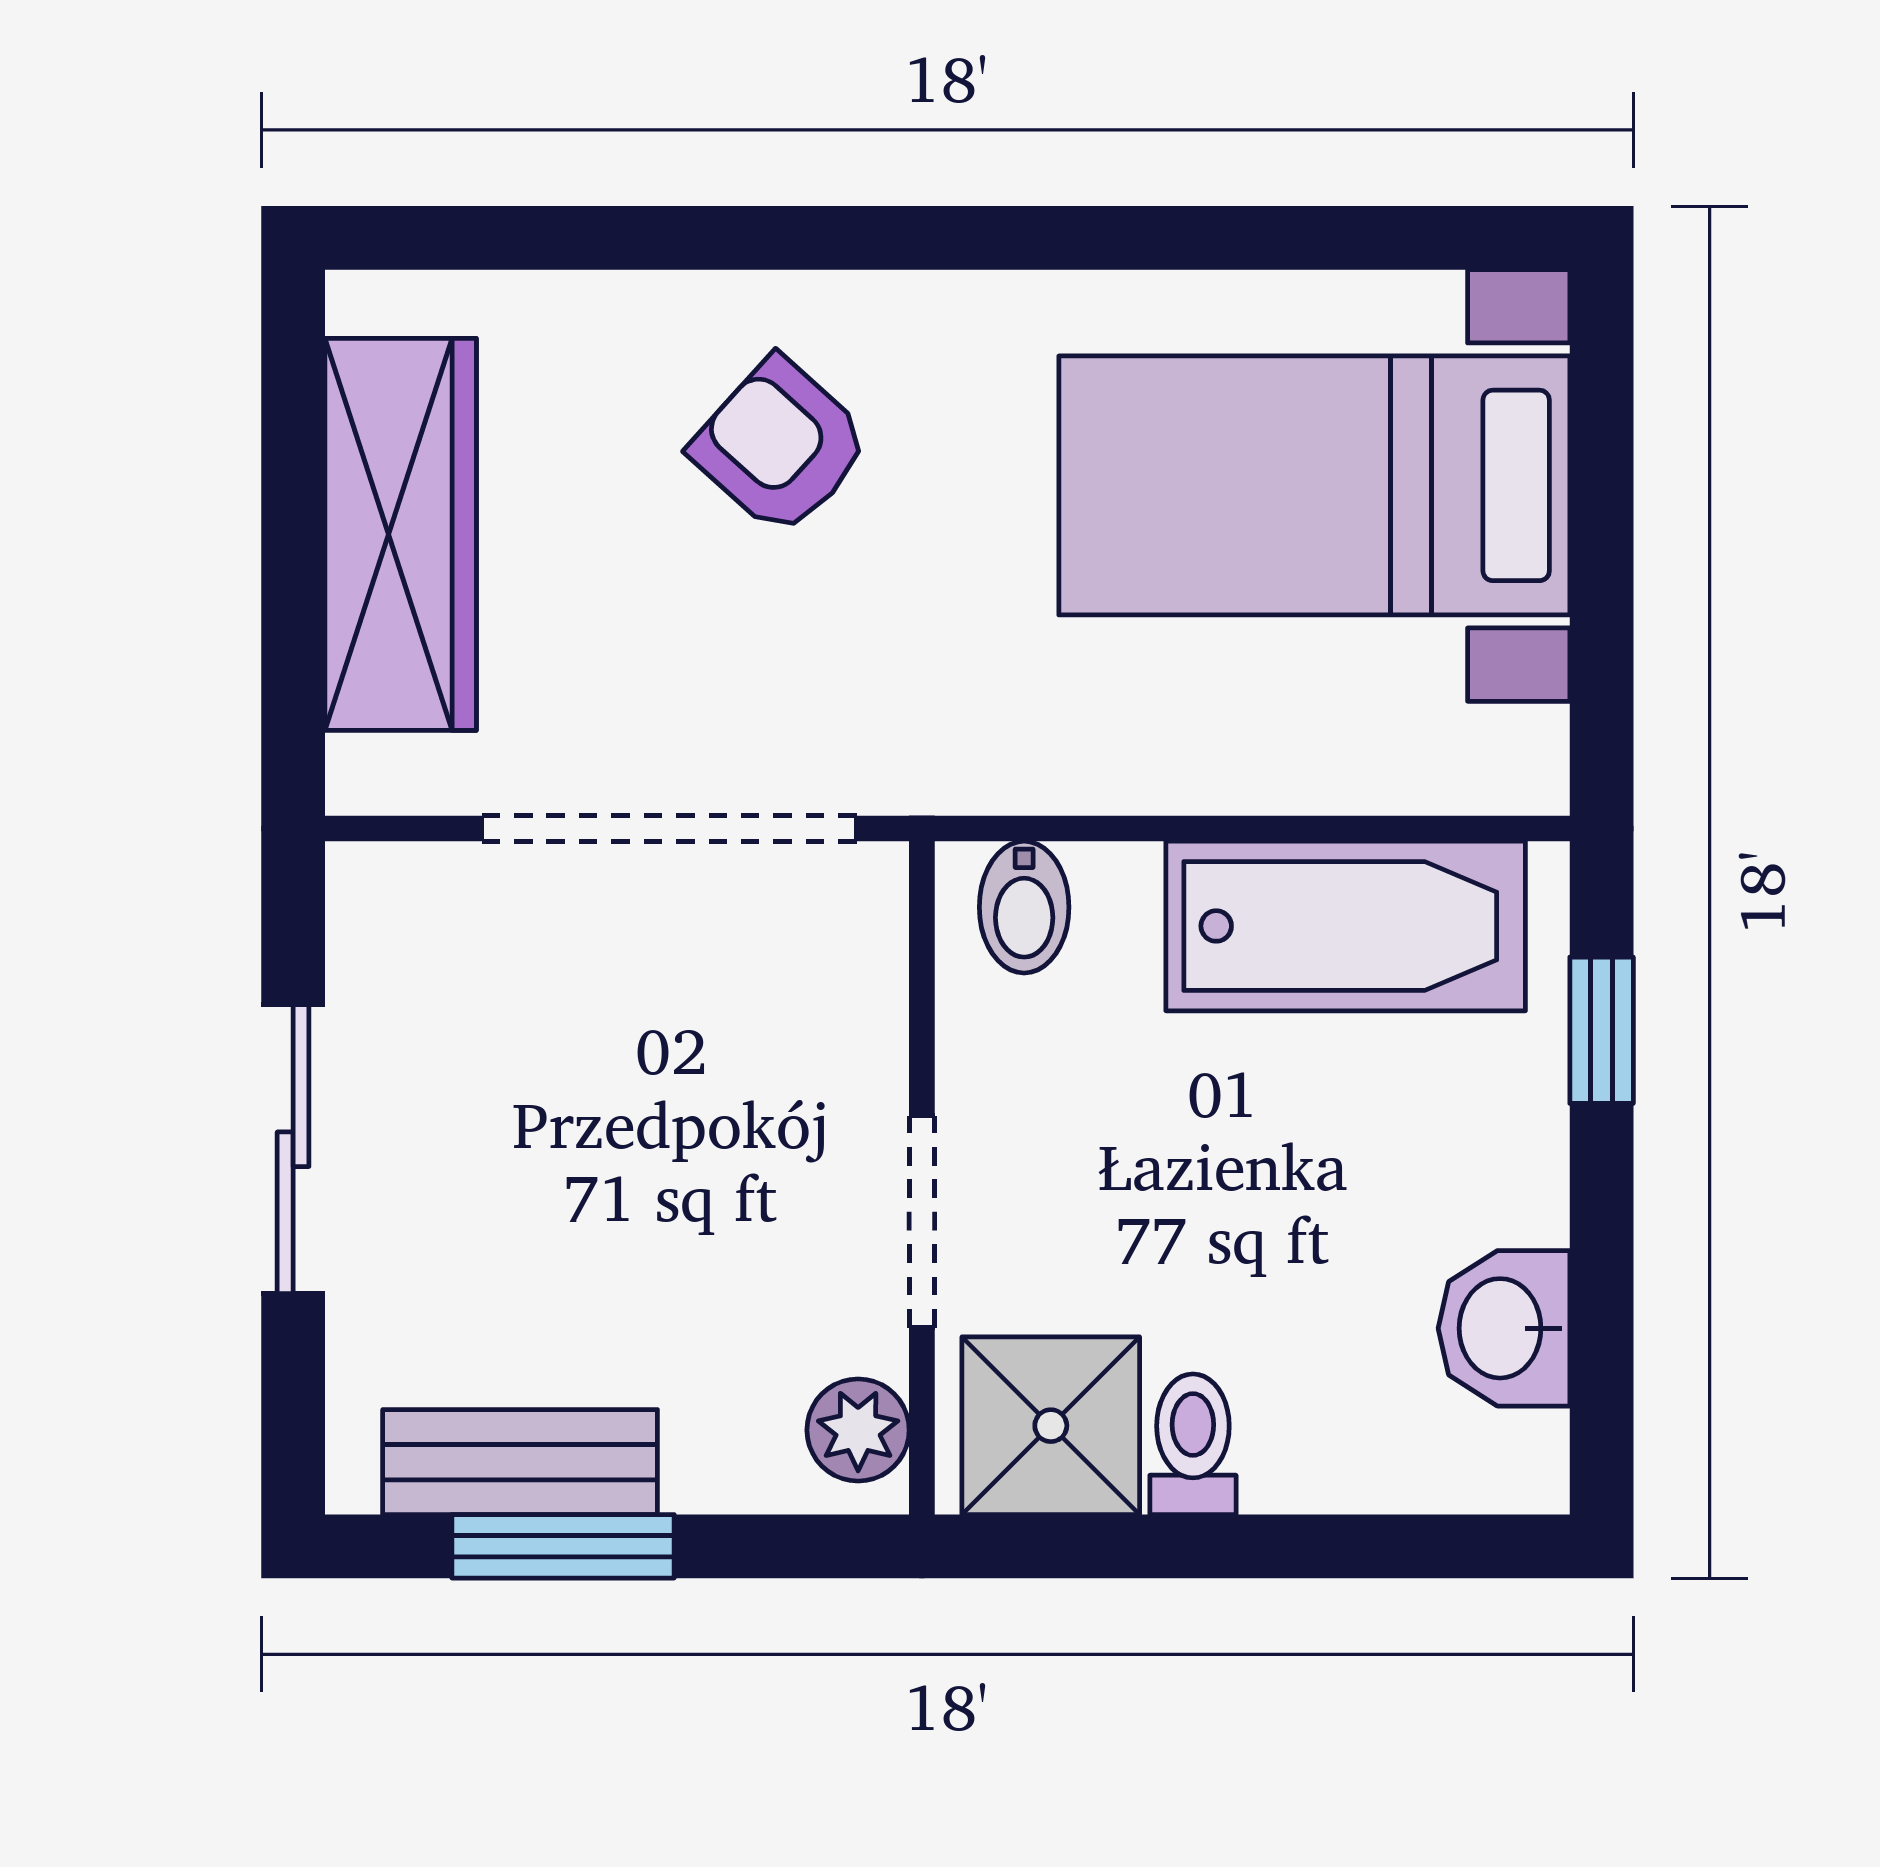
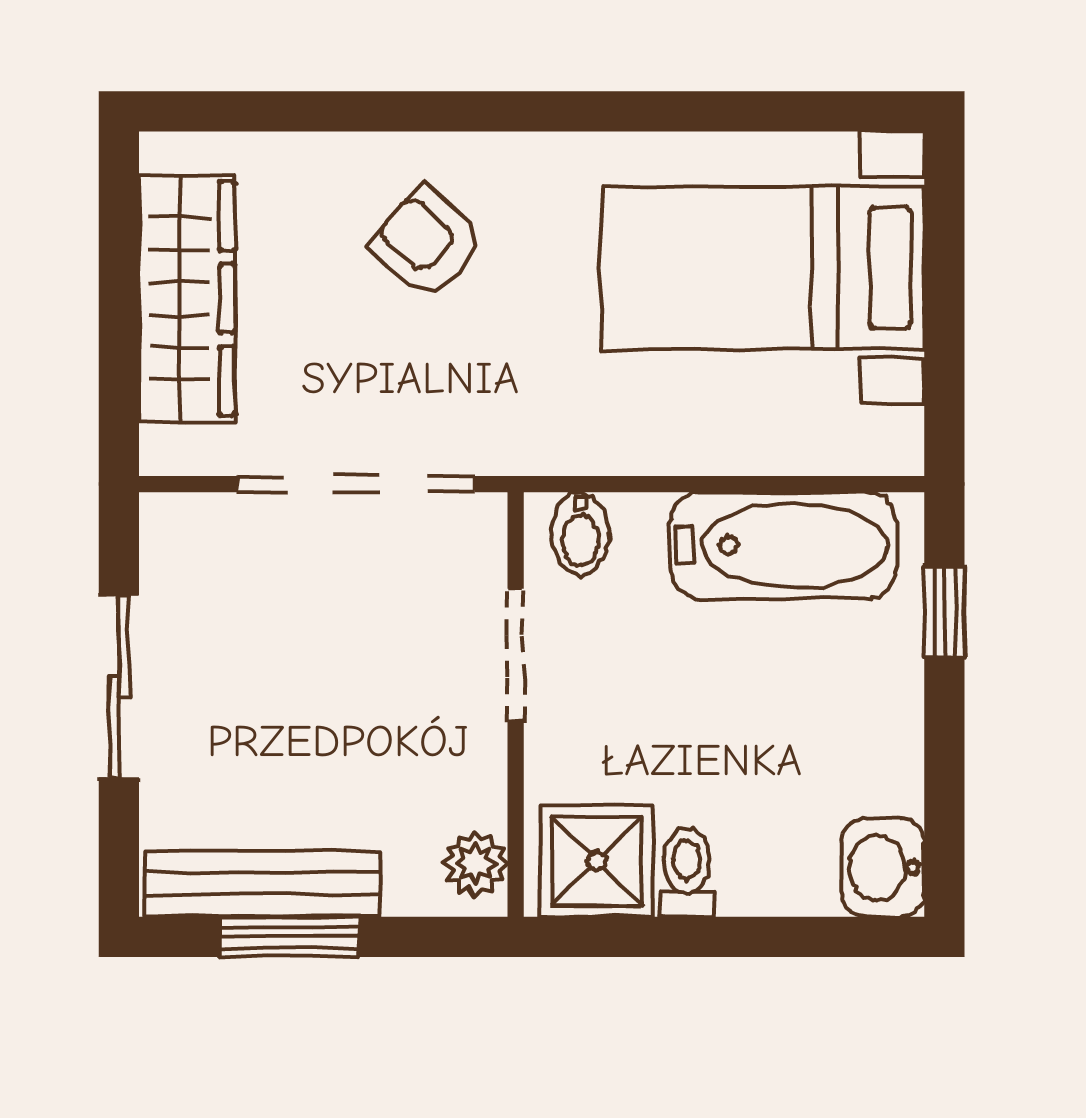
doorway: (922, 1222) -> (516, 655), moved
washbasin: (1504, 1328) -> (883, 868), moved
bench: (520, 1462) -> (262, 884), width x1.36

